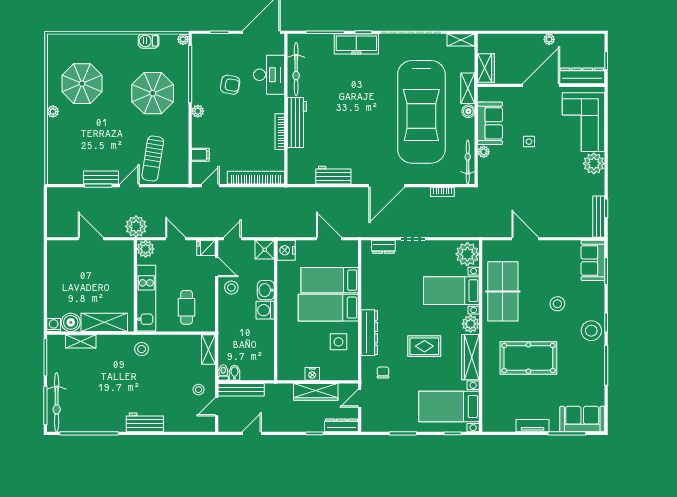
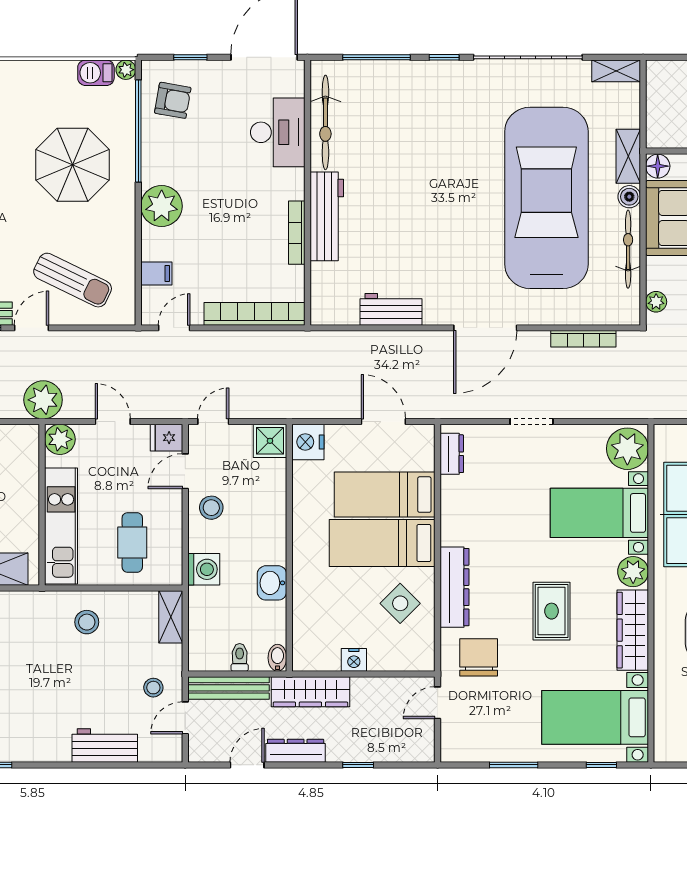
barbecue: (149, 41) -> (96, 73), moved
freezer: (356, 44) -> (432, 78), removed
wardrobe: (486, 68) -> (660, 120), removed
armchair: (230, 85) -> (173, 100), moved
floor lamp: (485, 94) -> (658, 166), added
plant: (198, 111) -> (162, 206), width x1.88, depth x1.88
car: (421, 112) -> (546, 198), turned 180
plant: (484, 152) -> (656, 302), moved
sun lounger: (153, 159) -> (73, 280), turned -73
bicycle: (468, 162) -> (628, 249), moved
bookcase: (442, 192) -> (583, 339), width x1.56
dresser: (383, 247) -> (452, 454), moved, turned -90
door: (217, 267) -> (185, 471), swing flipped
washbasin: (266, 290) -> (272, 583), moved
washing machine: (265, 310) -> (204, 569), moved, turned 180
side table: (338, 342) -> (400, 603), turned 45
rug: (424, 346) -> (552, 611), turned 90
stool: (142, 349) -> (87, 622), moved
toilet: (223, 372) -> (240, 657), moved
chair: (383, 372) -> (479, 657), width x1.87, depth x1.87
bidet: (234, 373) -> (277, 658), moved
wardrobe: (316, 392) -> (310, 692), moved
workbench: (145, 422) -> (105, 746), moved
dresser: (341, 425) -> (296, 751), moved

